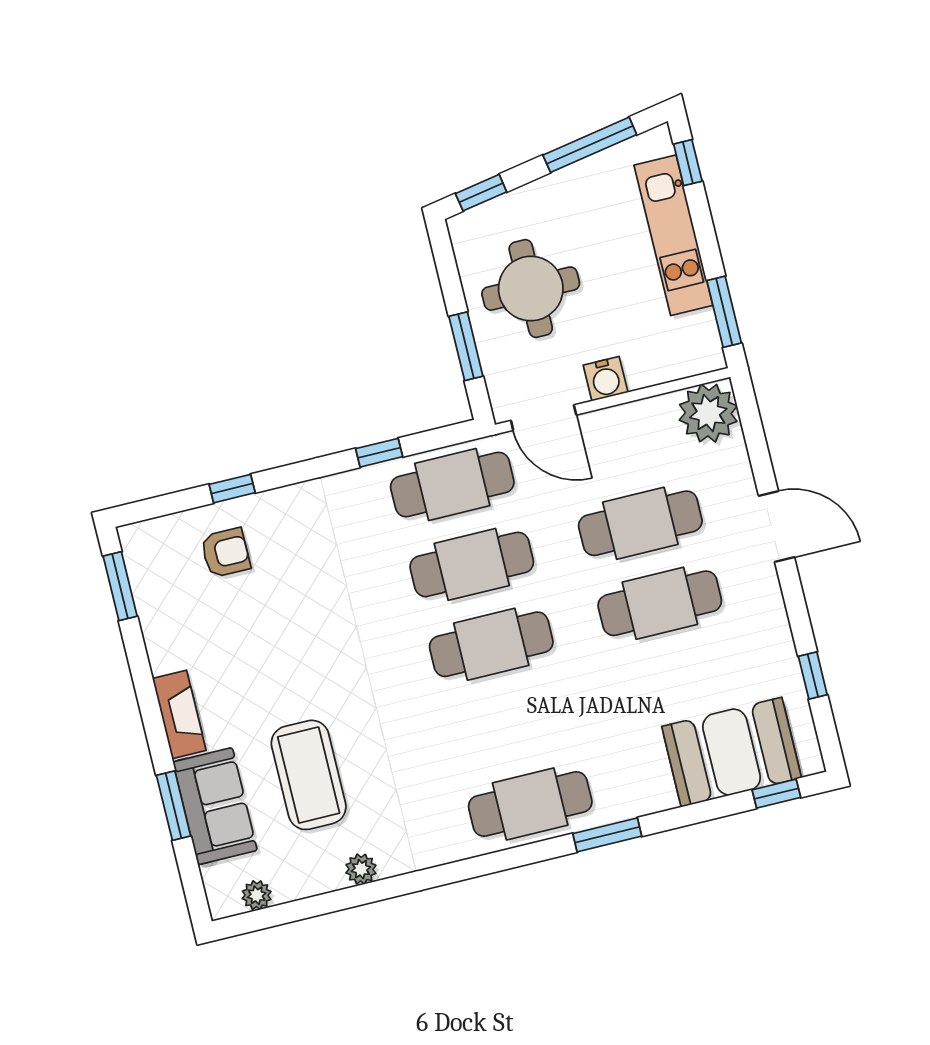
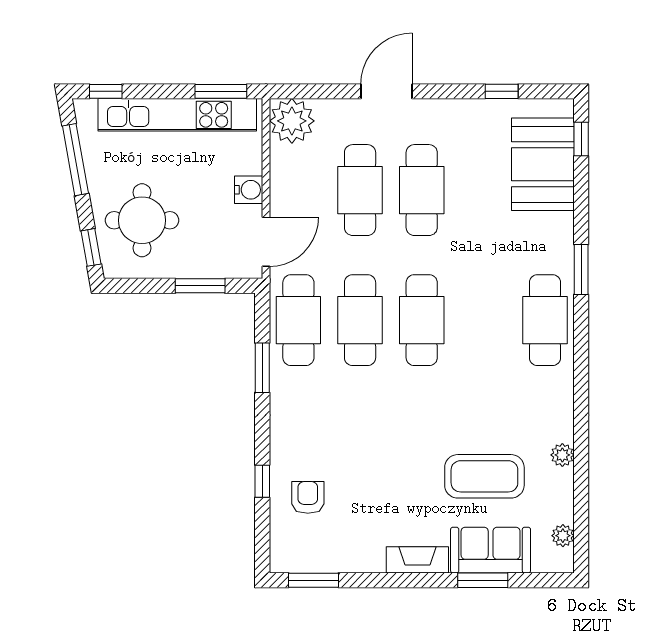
kitchen unit: (673, 235) -> (177, 115), width x1.36
round table: (531, 289) -> (142, 220), moved
window: (379, 453) -> (262, 368), width x1.50

